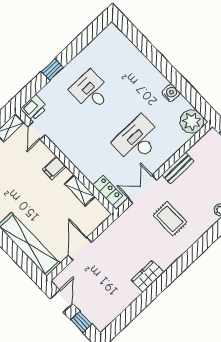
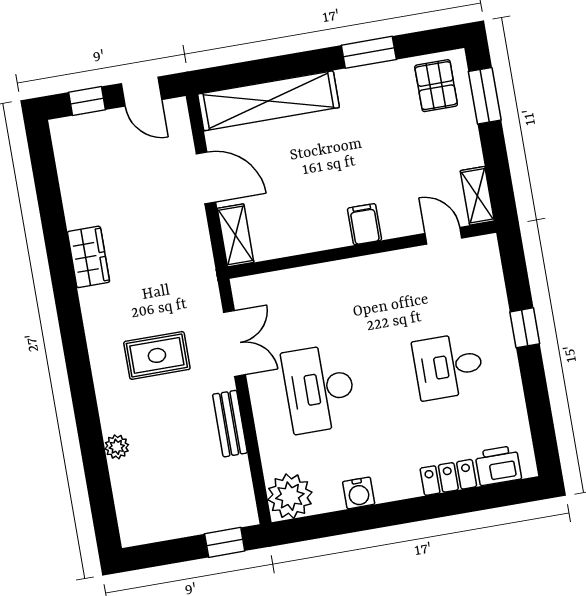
desk: (91, 91) -> (448, 366), turned 180
printer: (34, 108) -> (498, 465), moved, turned 90
desk: (137, 140) -> (319, 389), turned 180
shelving: (80, 190) -> (236, 235), moved, turned 90
locker: (108, 190) -> (448, 477), moved, turned 180

